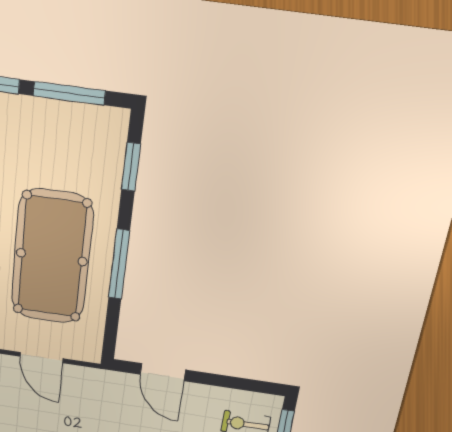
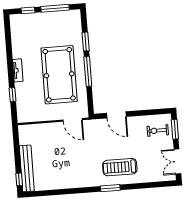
window: (131, 167) -> (86, 42), moved
door: (41, 358) -> (73, 120), moved

